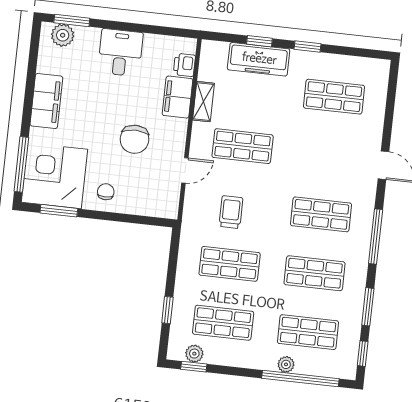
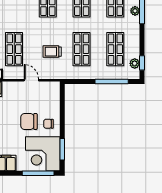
chair: (135, 139) -> (29, 121), moved, turned 180
window: (167, 310) -> (112, 81), width x2.17

